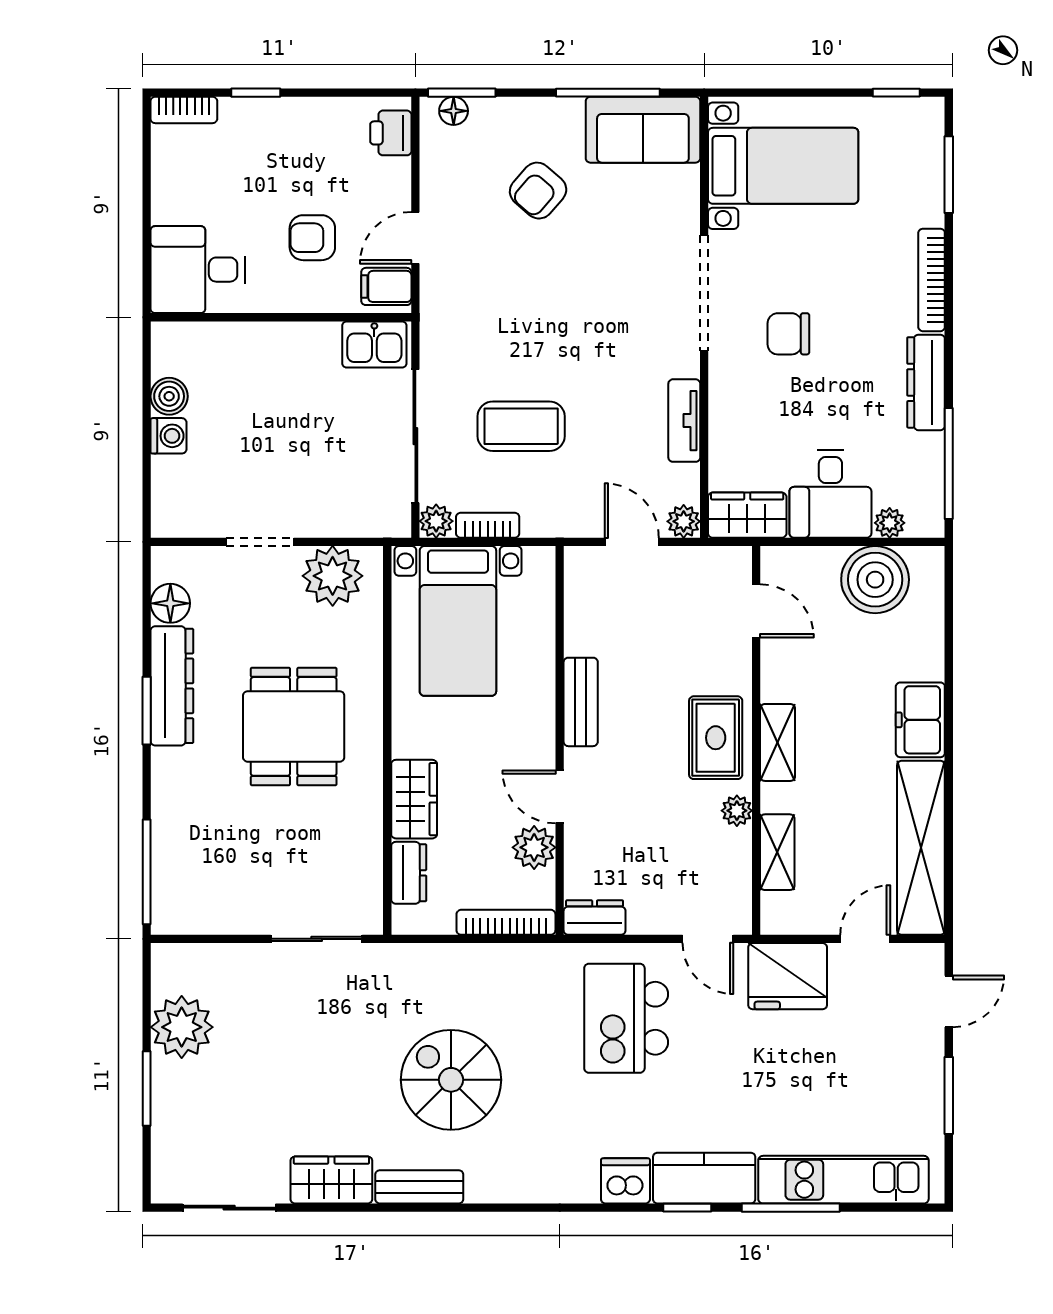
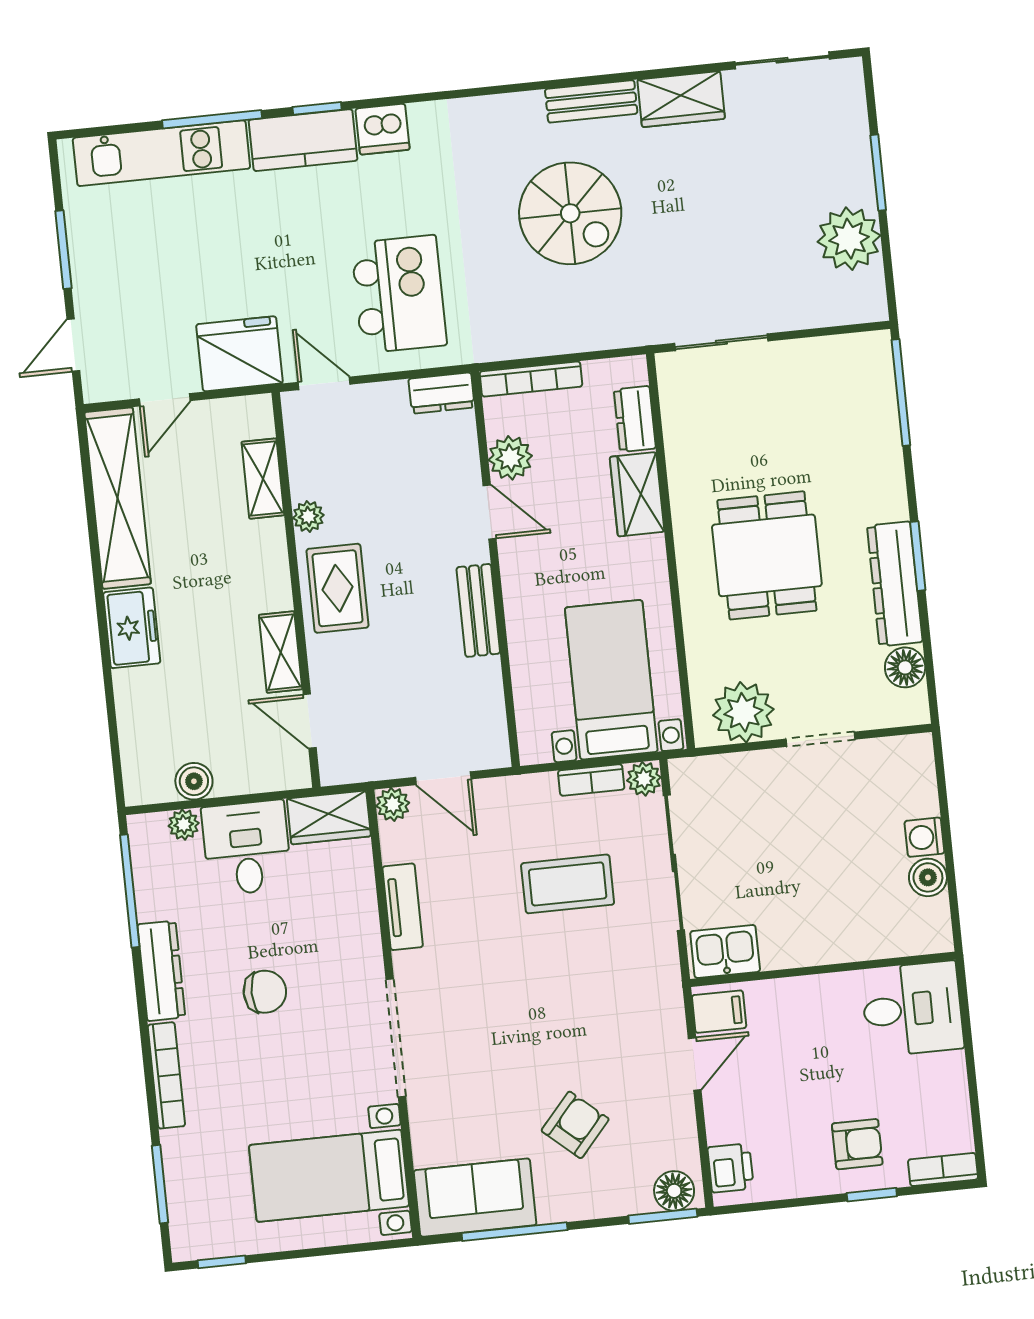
floor lamp: (454, 111) -> (674, 1191), width x1.37, depth x1.37
armchair: (312, 238) -> (857, 1144), moved
chair: (788, 334) -> (265, 992), moved
boiler: (875, 580) -> (194, 781), width x0.54, depth x0.54
shelving: (778, 742) -> (281, 652), moved

